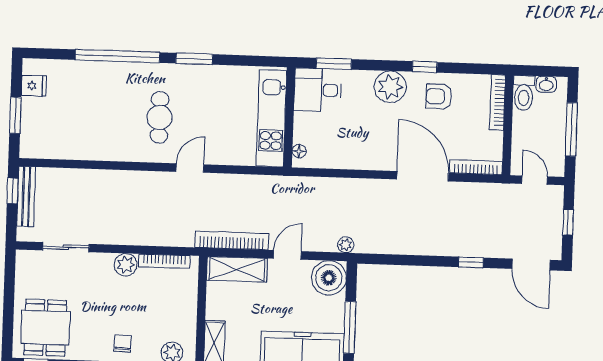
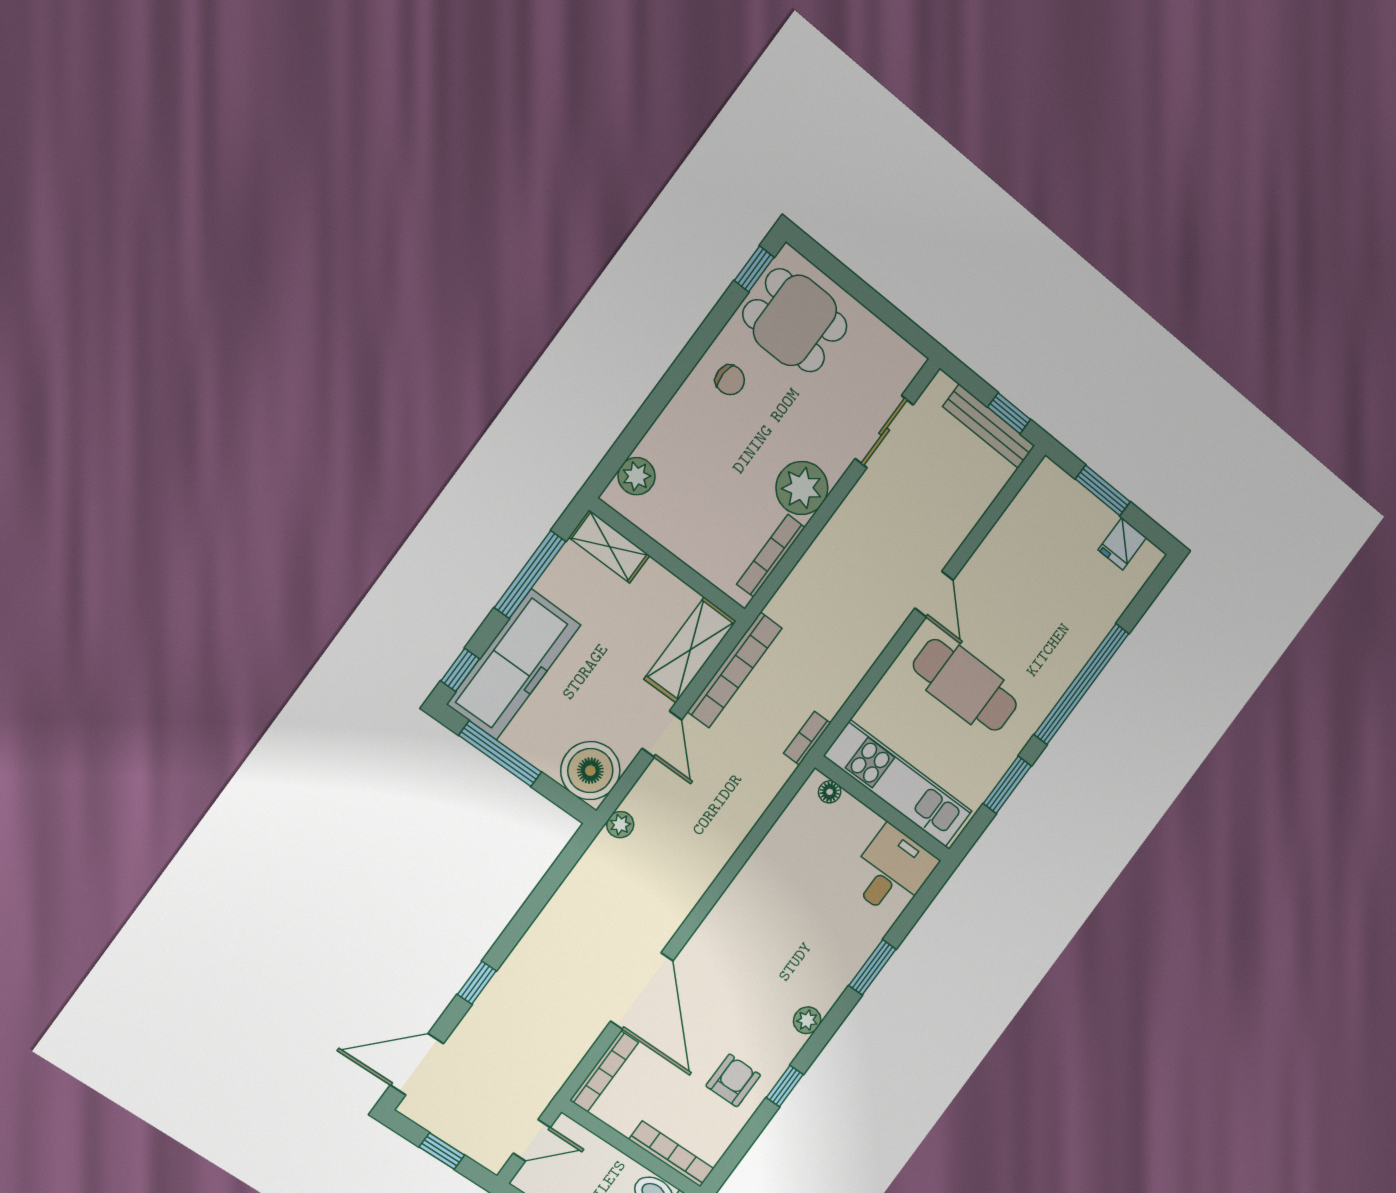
plant: (390, 87) -> (807, 1020), width x0.53, depth x0.53
desk: (318, 90) -> (892, 871), moved
cafe table: (160, 117) -> (965, 685), width x1.37, depth x1.35
wall: (289, 117) -> (883, 809), moved
kitchen unit: (271, 118) -> (898, 784), moved
floor lamp: (299, 151) -> (830, 792), moved
door: (190, 168) -> (934, 594), moved
door: (423, 176) -> (642, 991), hinge flipped
bookcase: (241, 180) -> (807, 738), added
plant: (126, 265) -> (802, 488), width x1.36, depth x1.36
chair: (123, 344) -> (730, 380), moved

